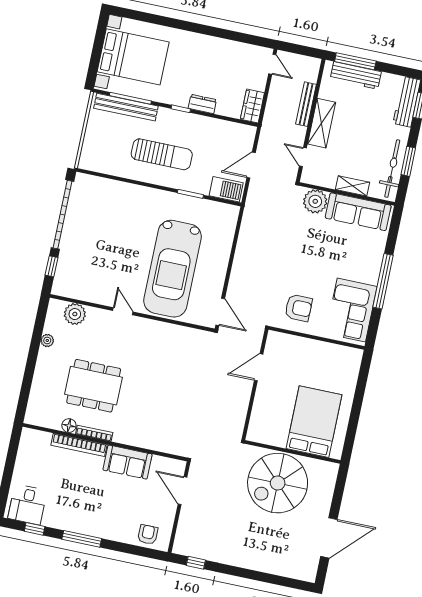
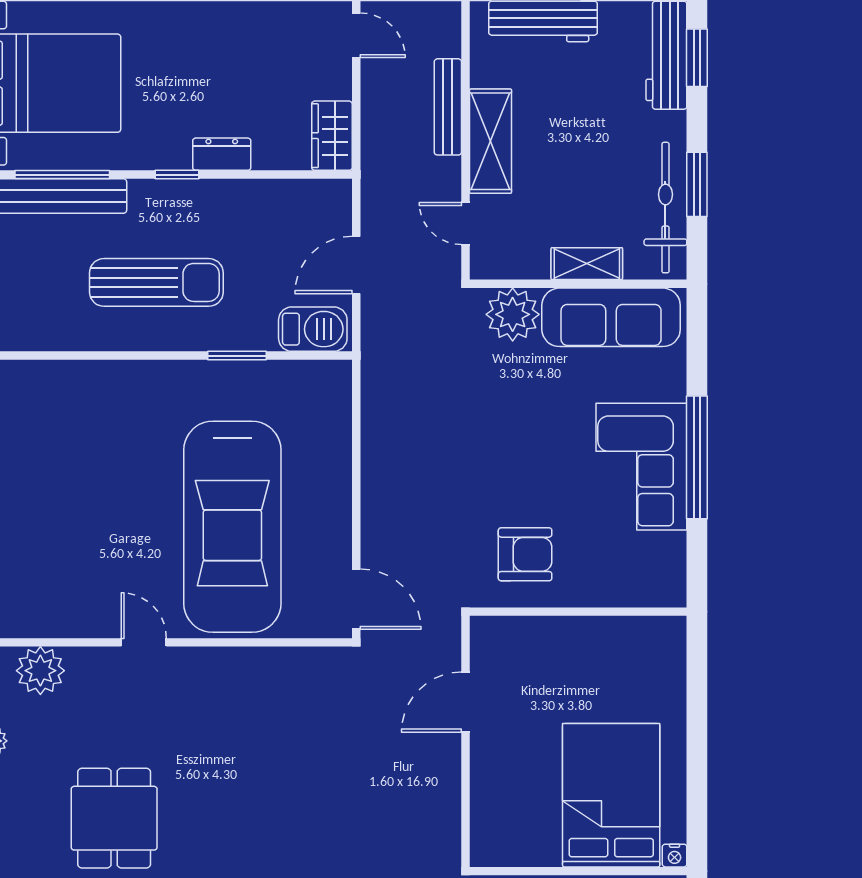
corner sofa: (351, 310) -> (641, 467), moved
dining table: (94, 386) -> (114, 818), width x0.73
nightstand: (336, 454) -> (675, 856), added

